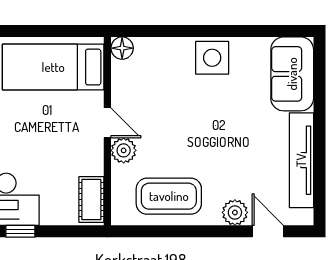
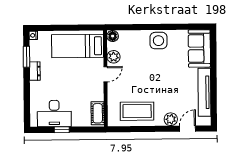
door: (107, 123) -> (105, 74), hinge flipped
plant: (124, 150) -> (114, 57), moved
door: (268, 231) -> (188, 129), hinge flipped

